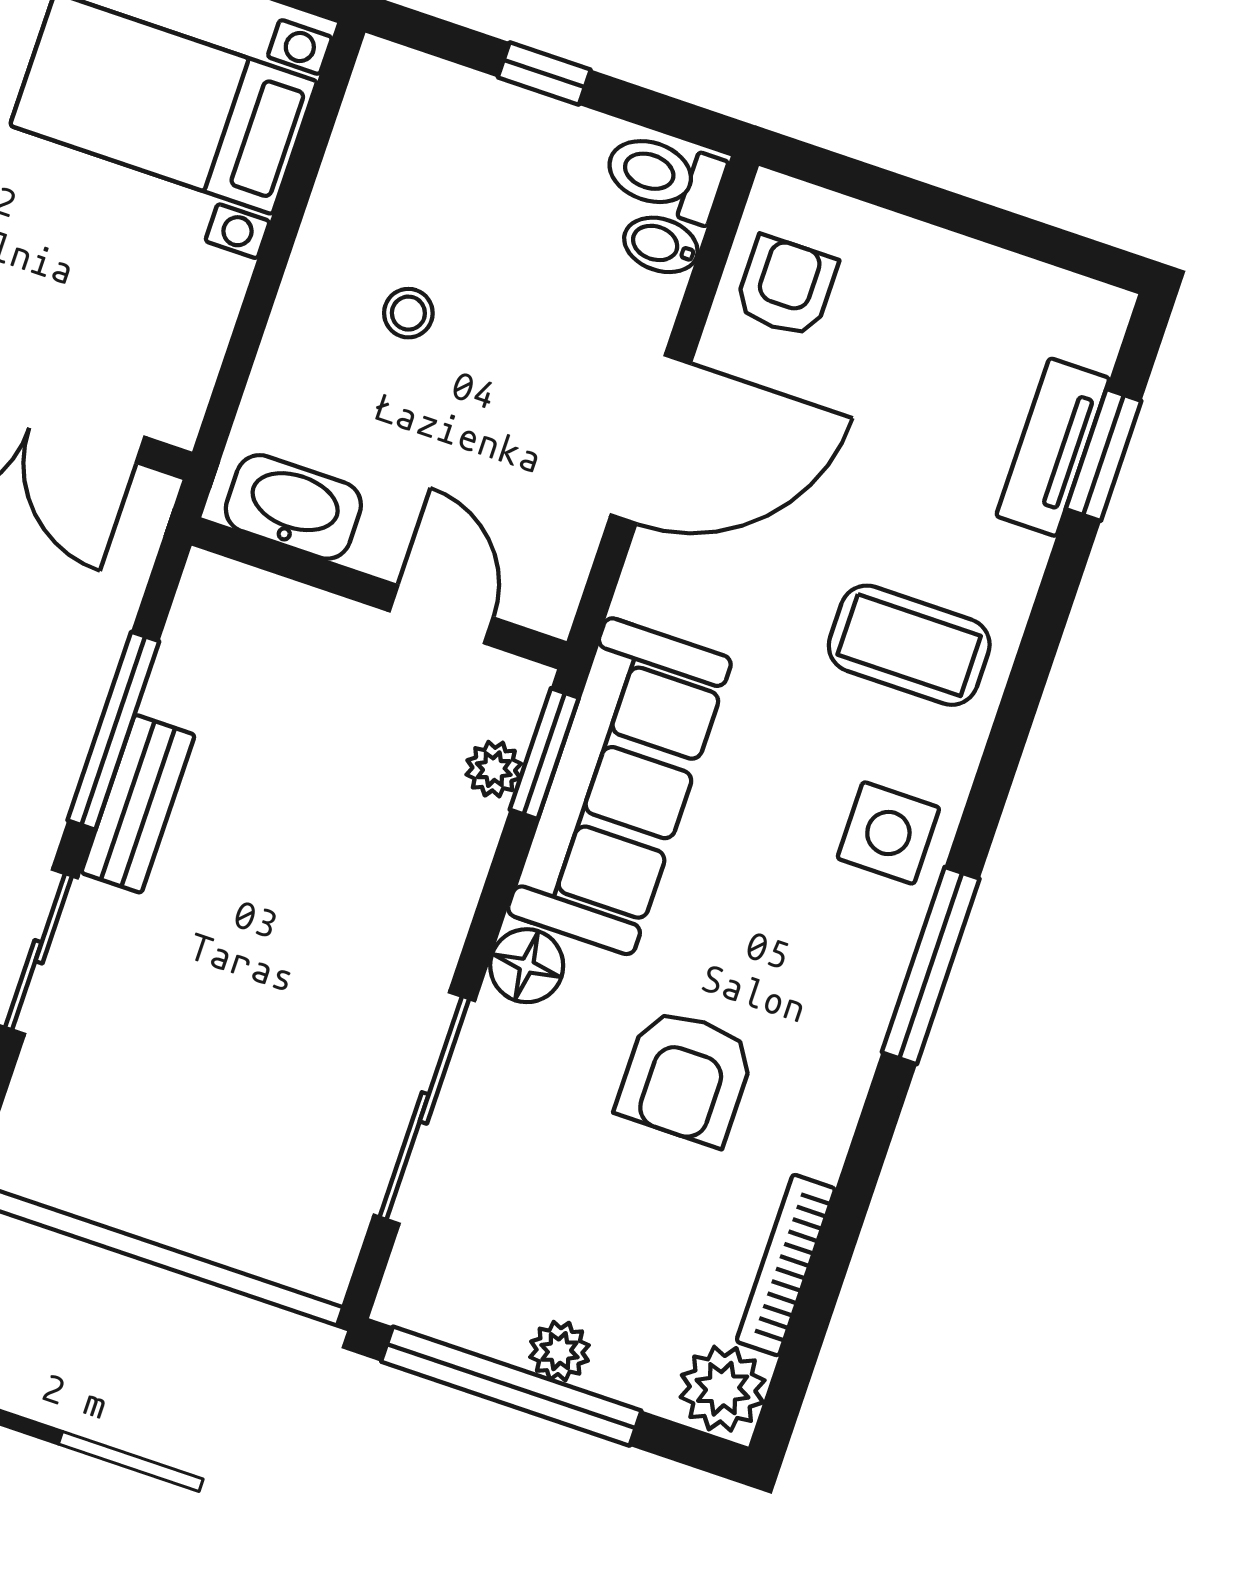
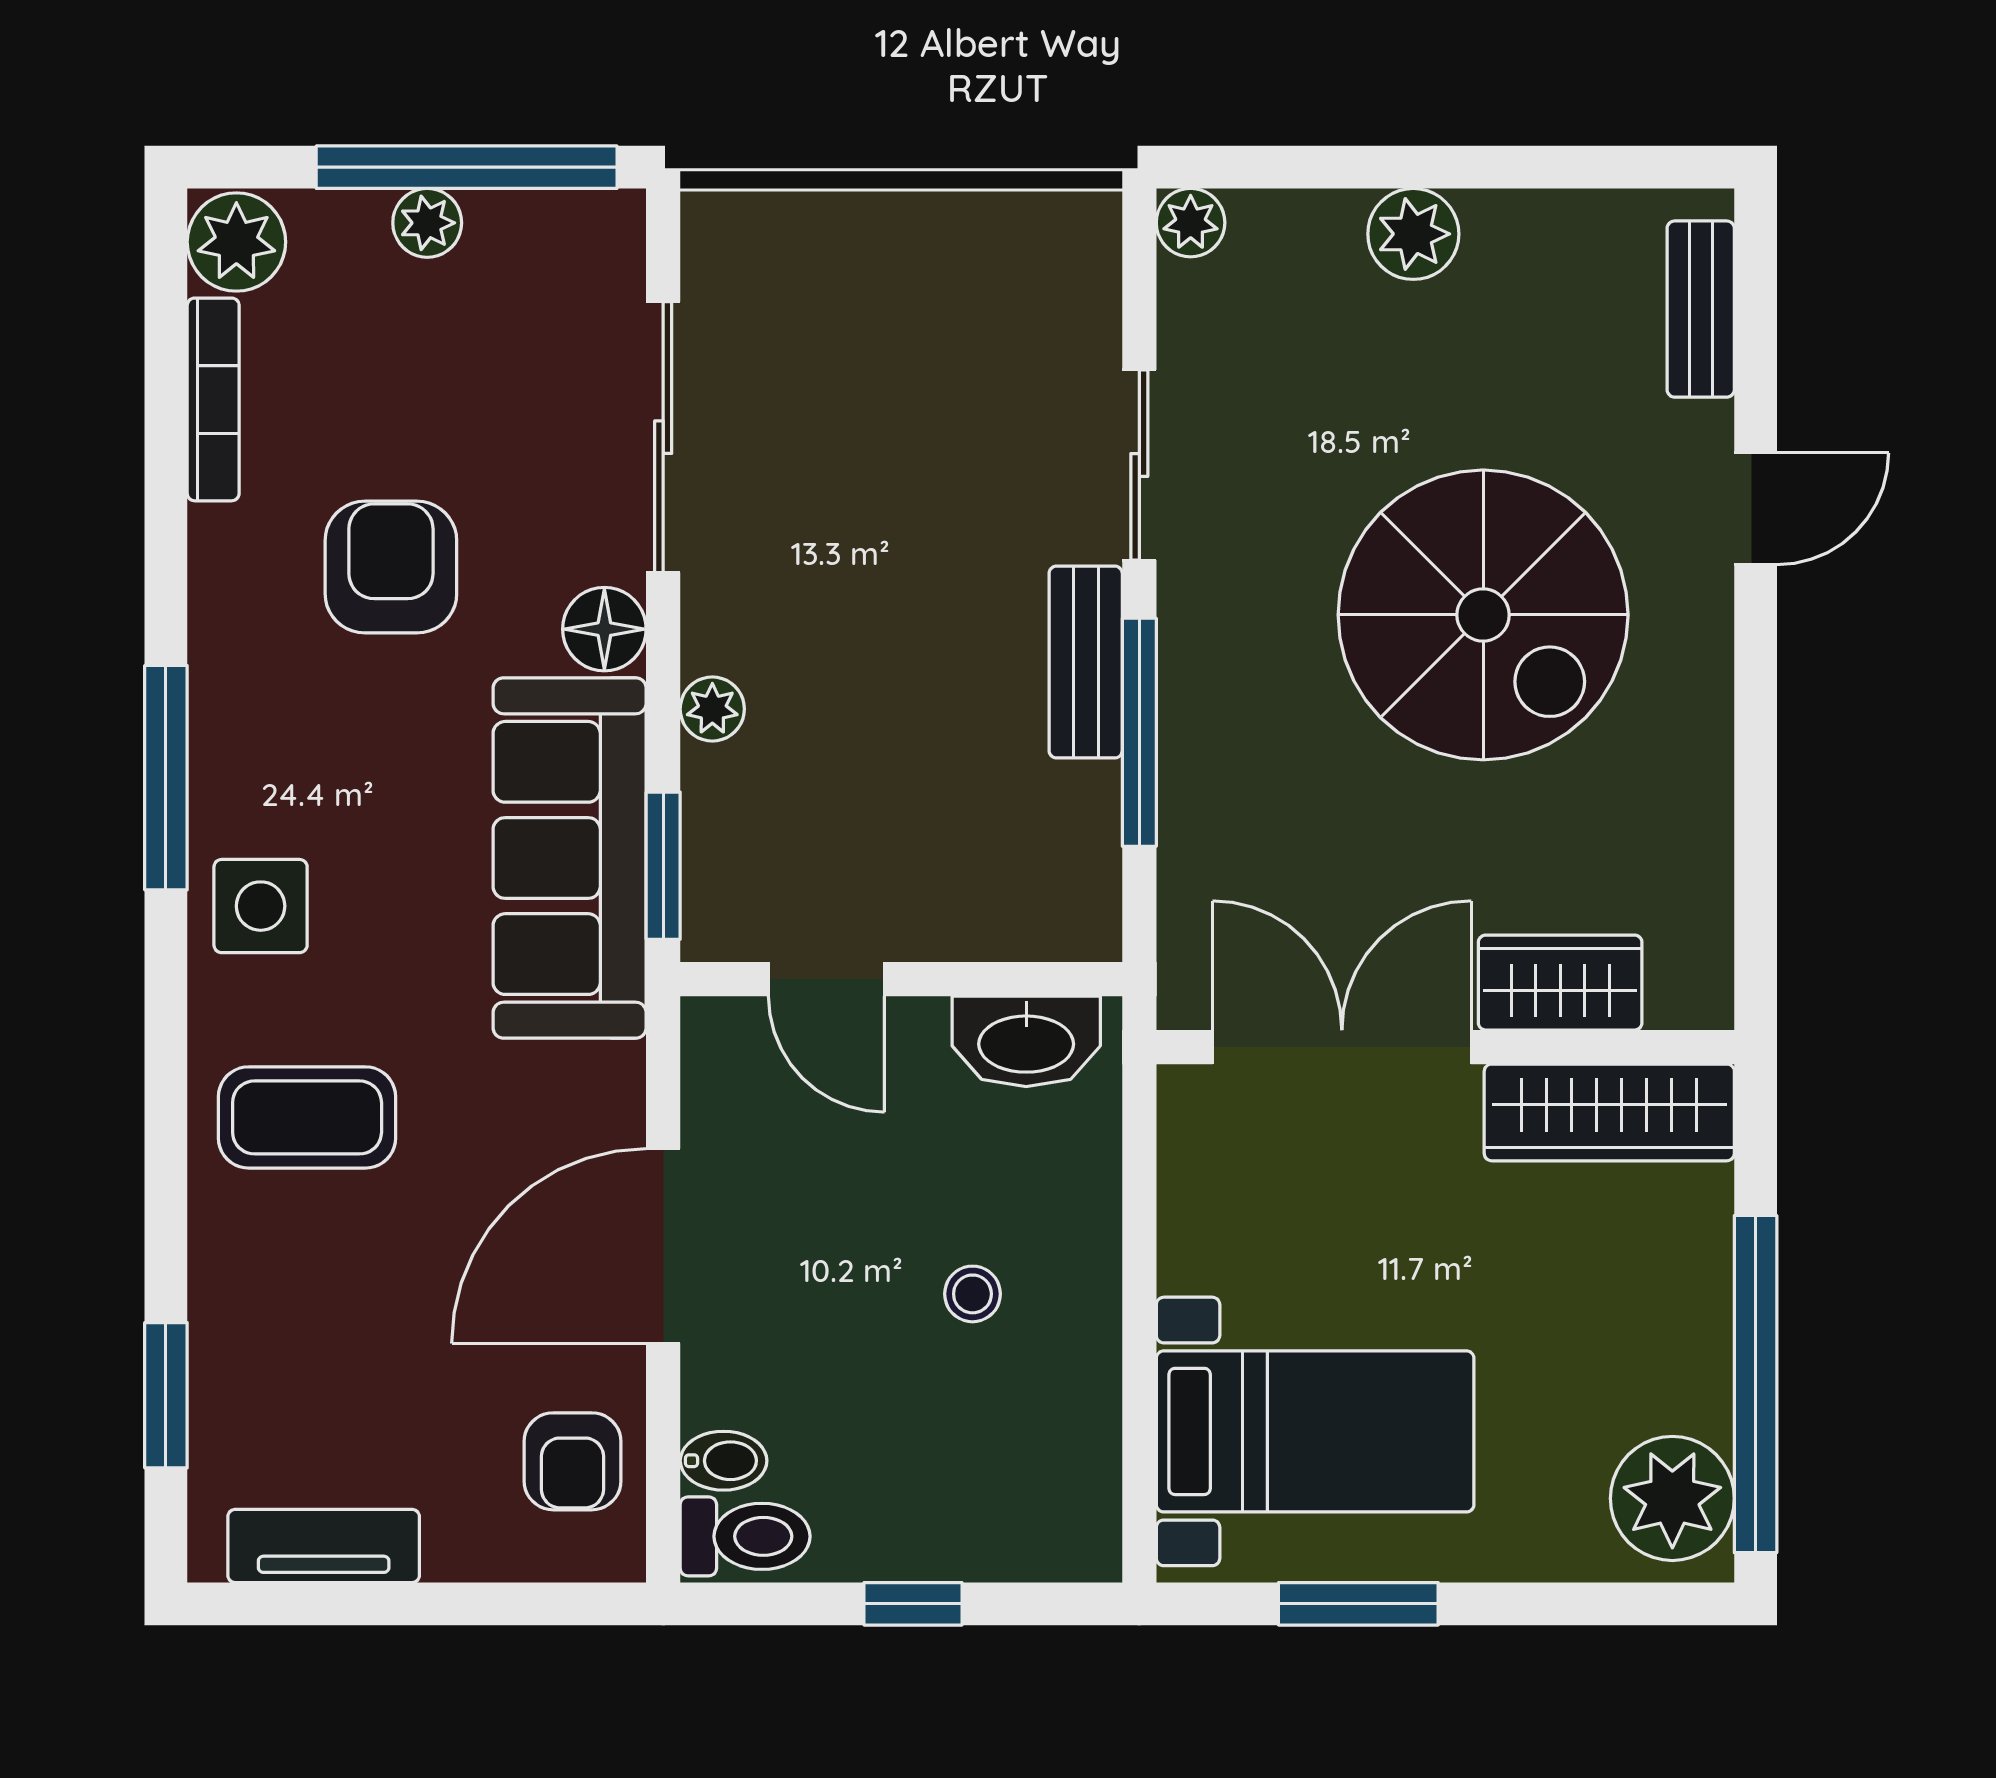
tv unit: (1053, 447) -> (324, 1546), moved, turned -90
plant: (494, 769) -> (712, 709), moved

